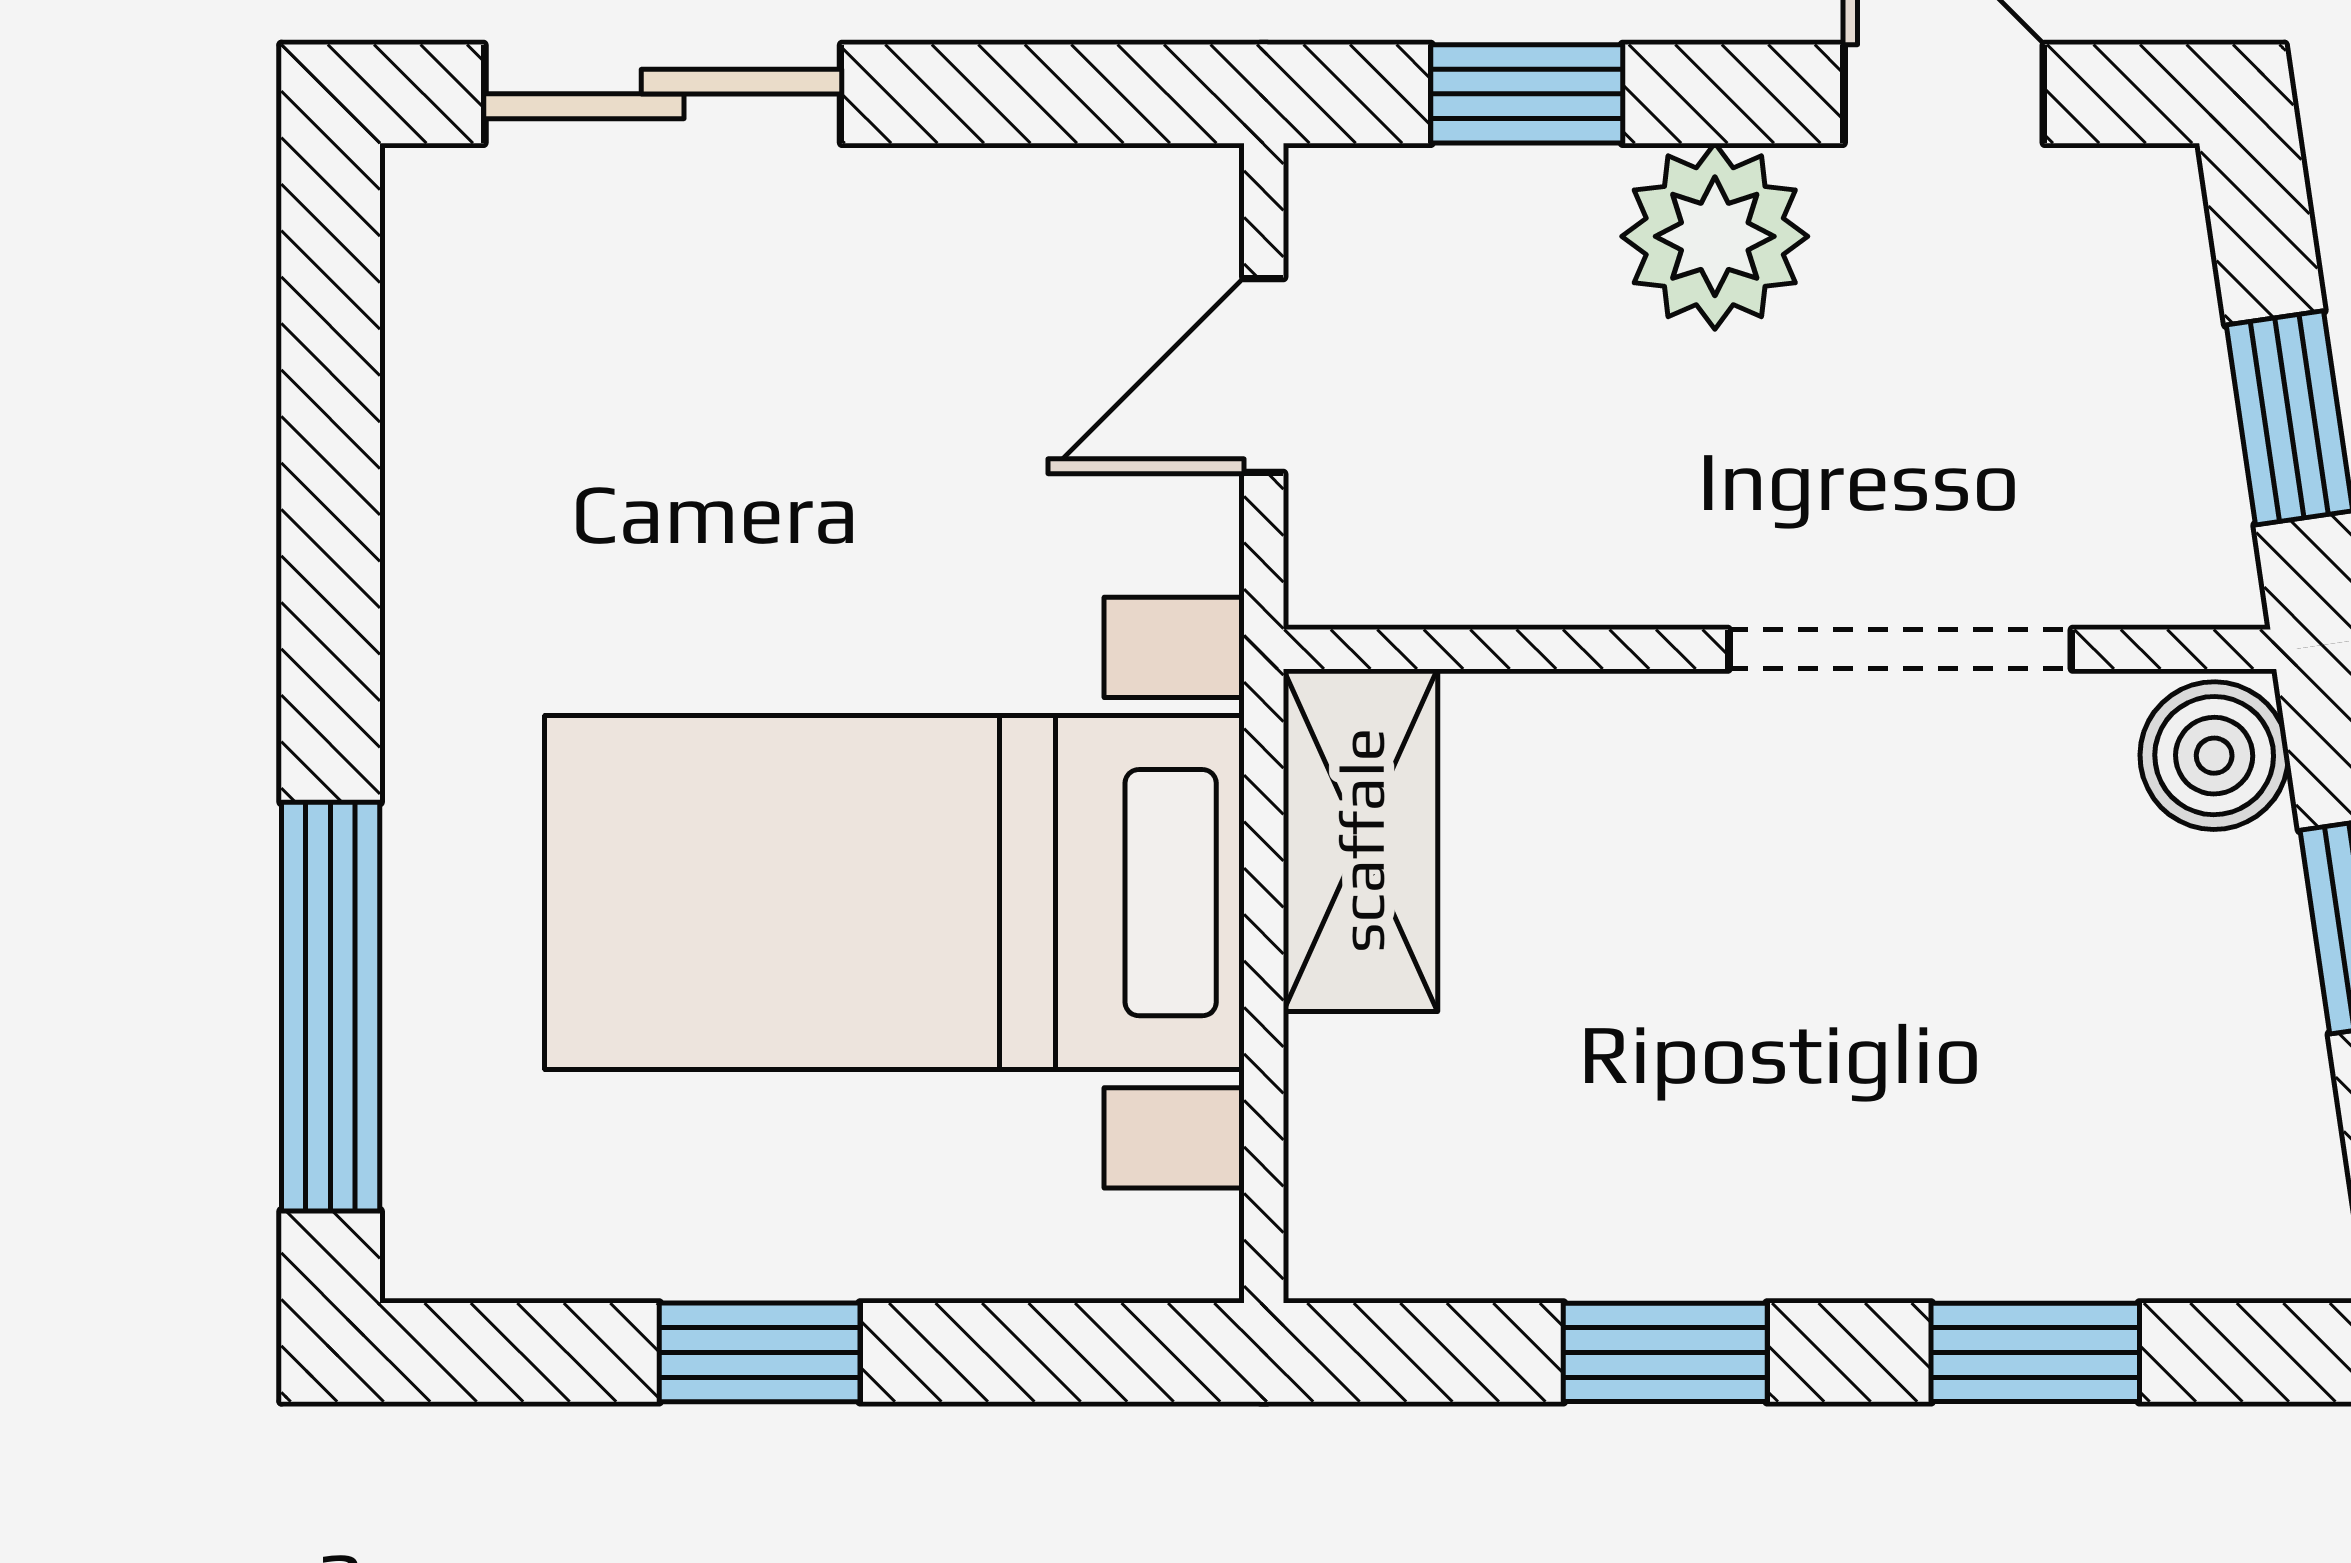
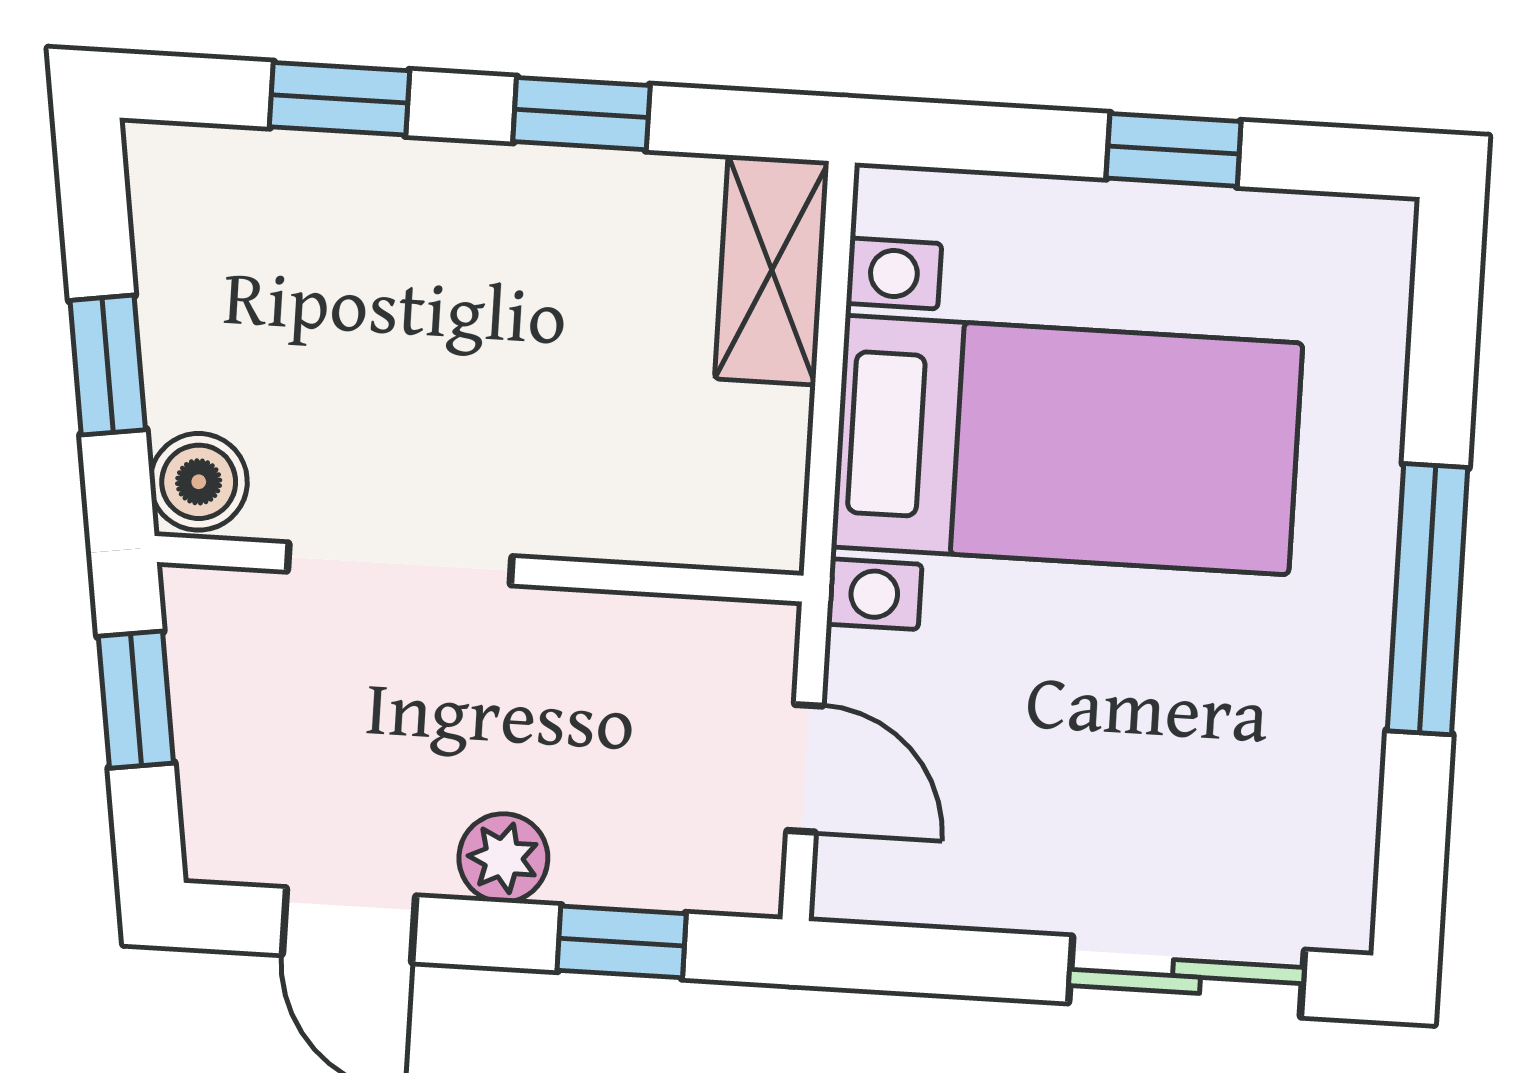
plant: (1715, 236) -> (503, 858), width x0.73, depth x0.73
door: (1264, 376) -> (805, 768), hinge flipped
shelving: (1361, 840) -> (772, 270), moved
window: (331, 1007) -> (1428, 599), moved

